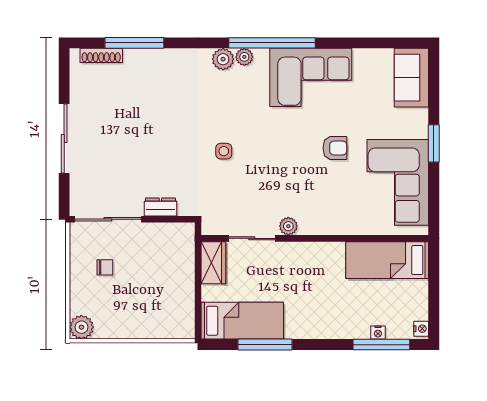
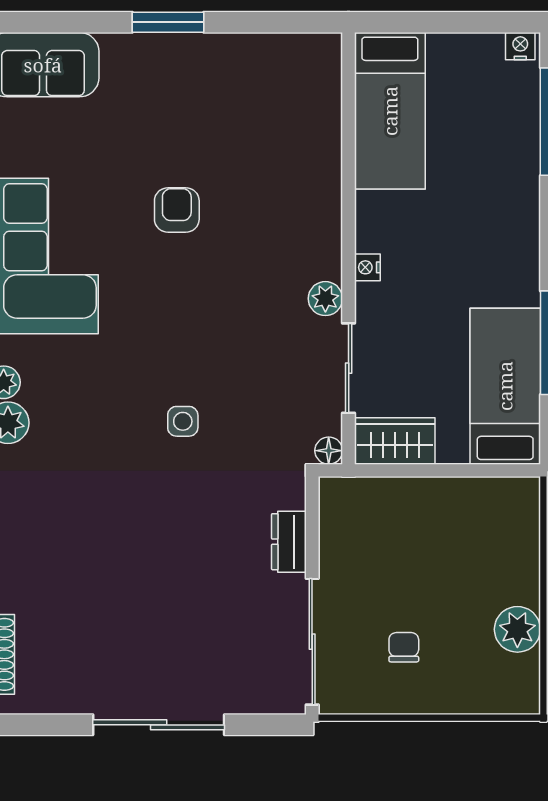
corner sofa: (398, 182) -> (242, 91), removed
floor lamp: (208, 228) -> (329, 451), added
plant: (81, 327) -> (517, 629), moved
nightstand: (378, 333) -> (367, 267), moved, turned 180

